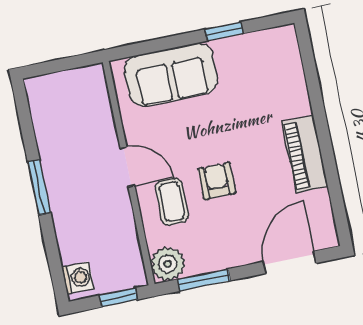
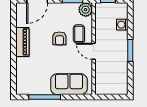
window: (224, 31) -> (45, 97), width x2.17
washing machine: (78, 278) -> (122, 25), moved

